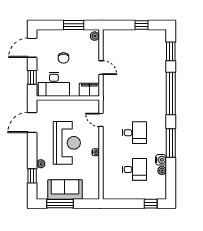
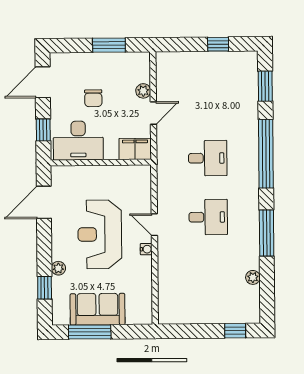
plant: (95, 36) -> (143, 91), moved
door: (101, 68) -> (153, 113), hinge flipped
door: (101, 120) -> (154, 225), moved
reception desk: (67, 143) -> (100, 234), turned 180
water cooler: (161, 160) -> (251, 260), removed
desk: (134, 169) -> (208, 158), moved

